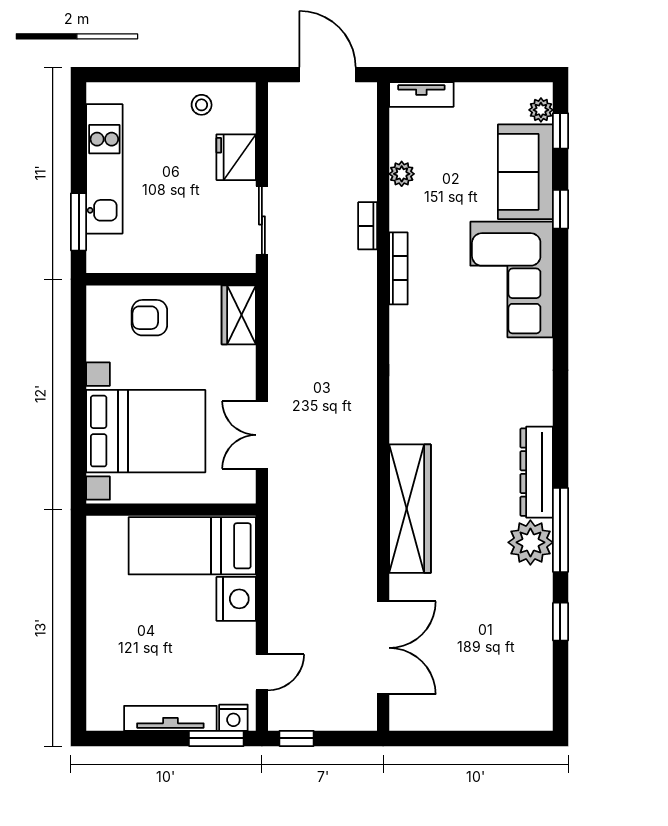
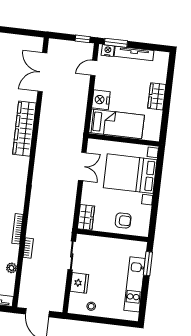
wardrobe: (104, 622) -> (157, 96), added

